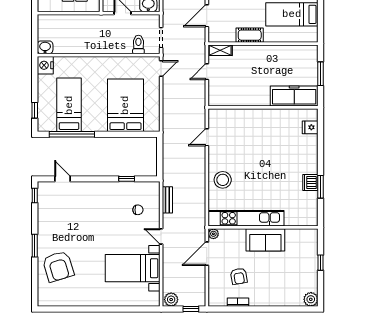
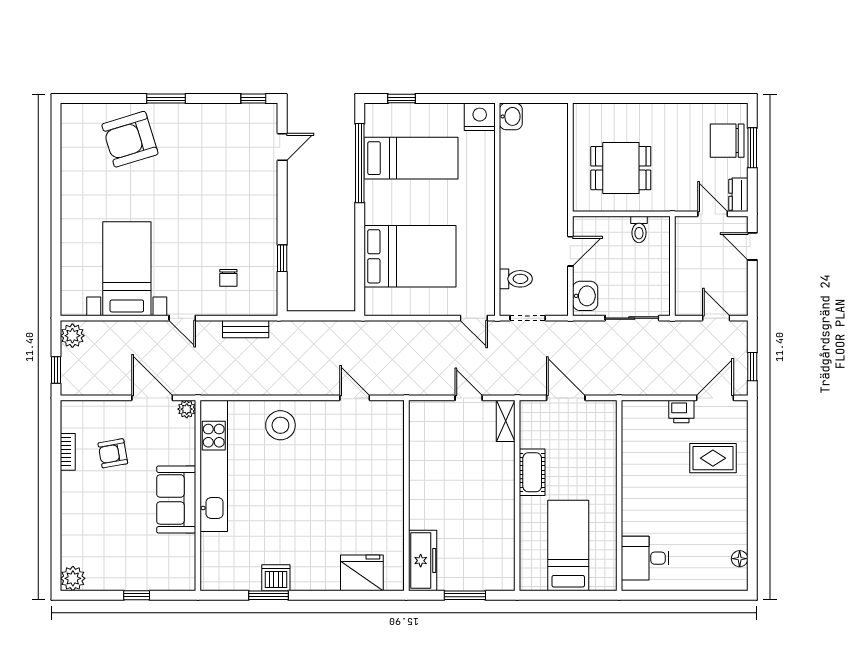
freezer: (294, 96) -> (423, 561), width x0.73, depth x0.79
fridge: (310, 127) -> (362, 573), width x1.88, depth x1.34
door: (161, 236) -> (182, 318), swing flipped

